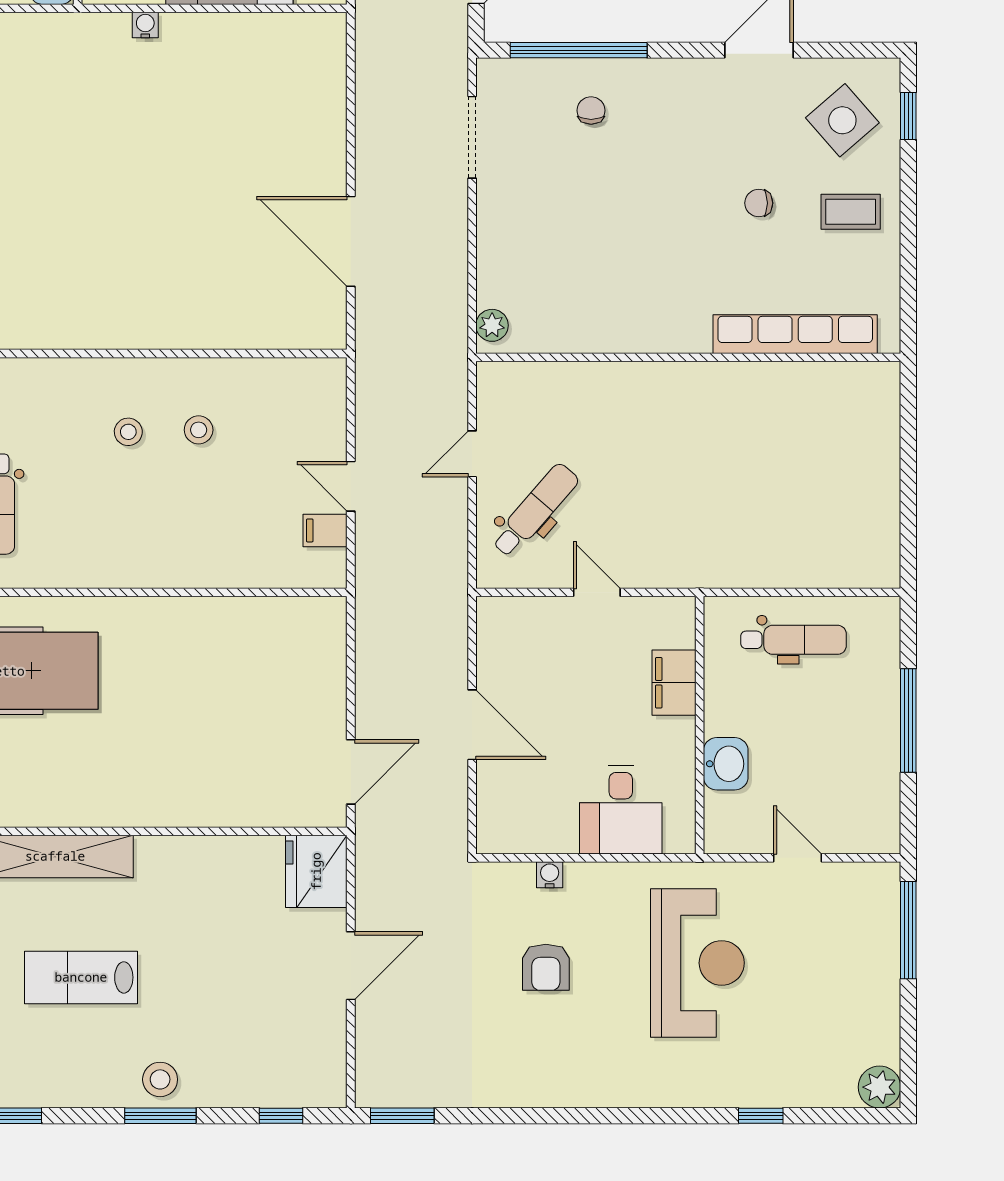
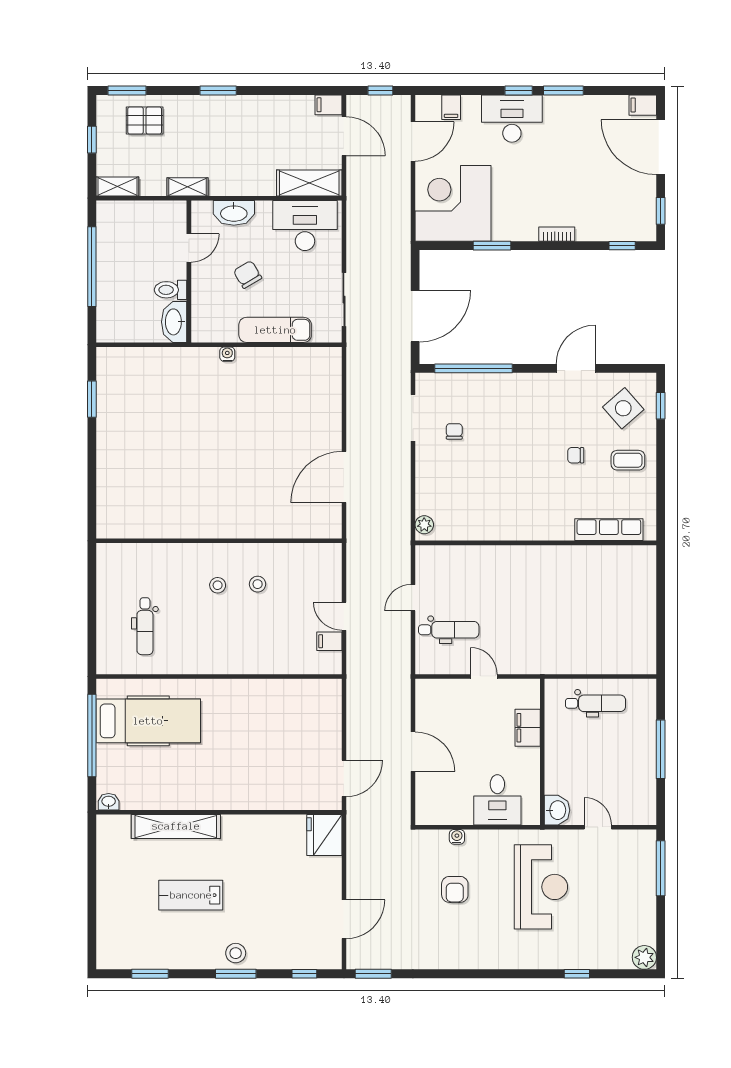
chair: (591, 110) -> (454, 431), moved
door: (351, 241) -> (344, 477), hinge flipped
row of seats: (795, 334) -> (609, 530), width x0.73
dental chair: (535, 510) -> (449, 630), turned 49
washbasin: (726, 764) -> (557, 810), moved
door: (351, 966) -> (344, 919), moved

